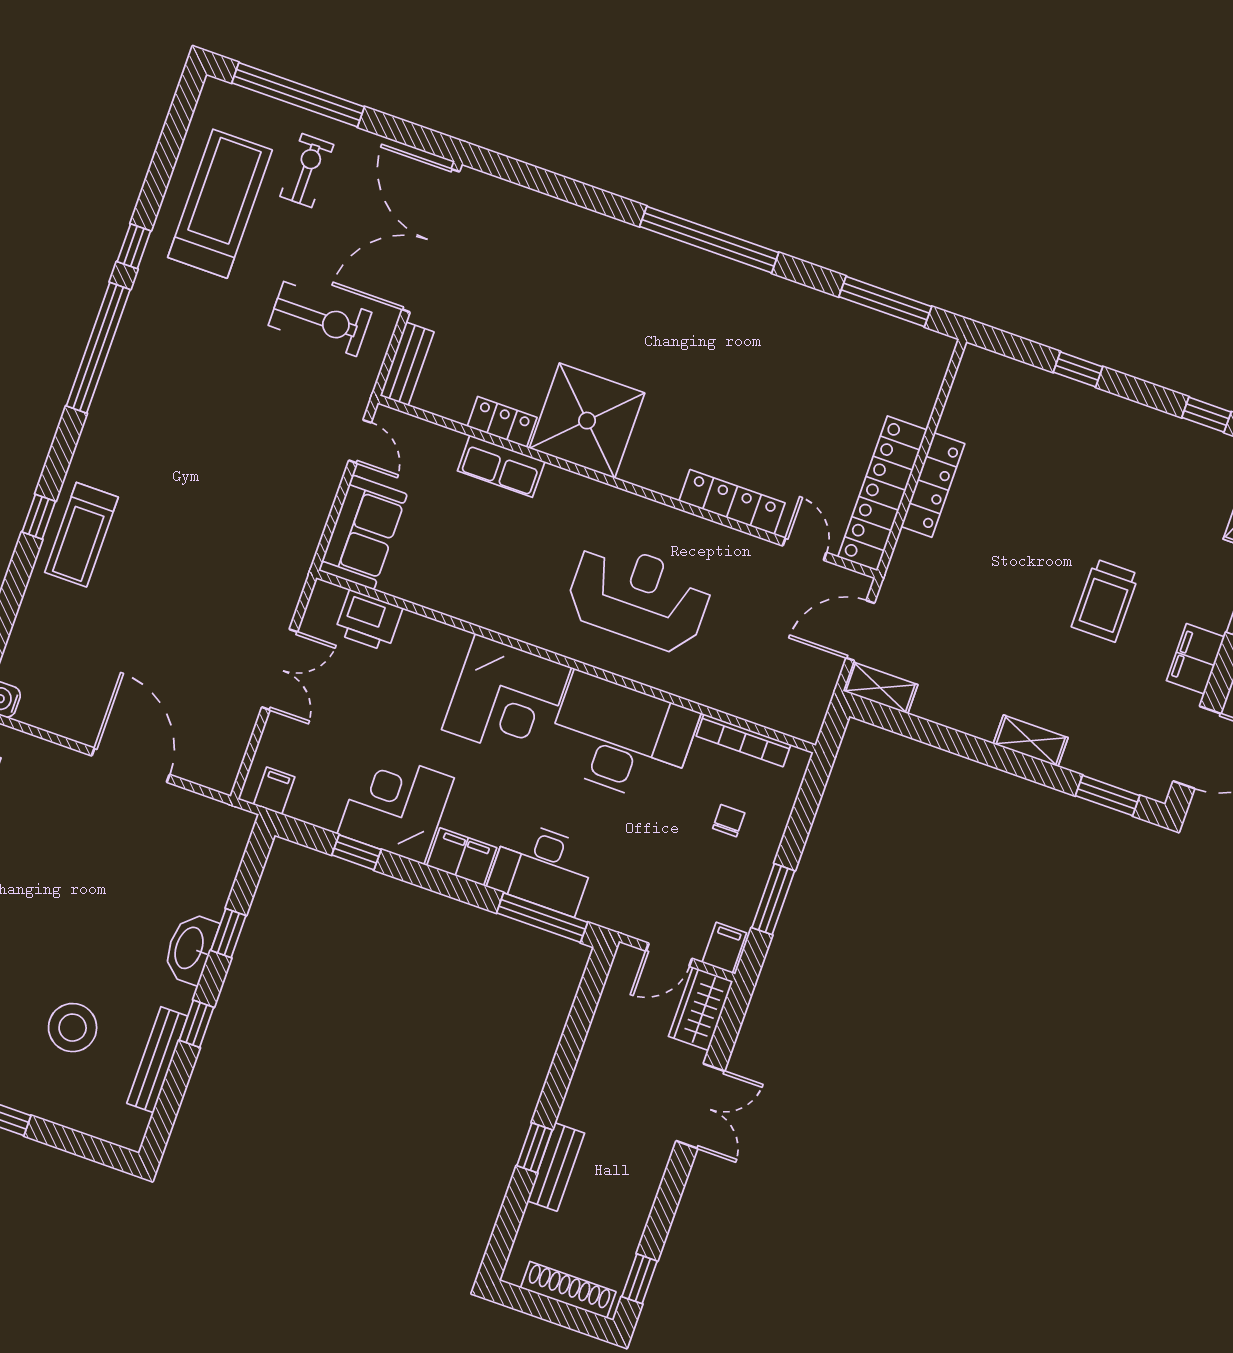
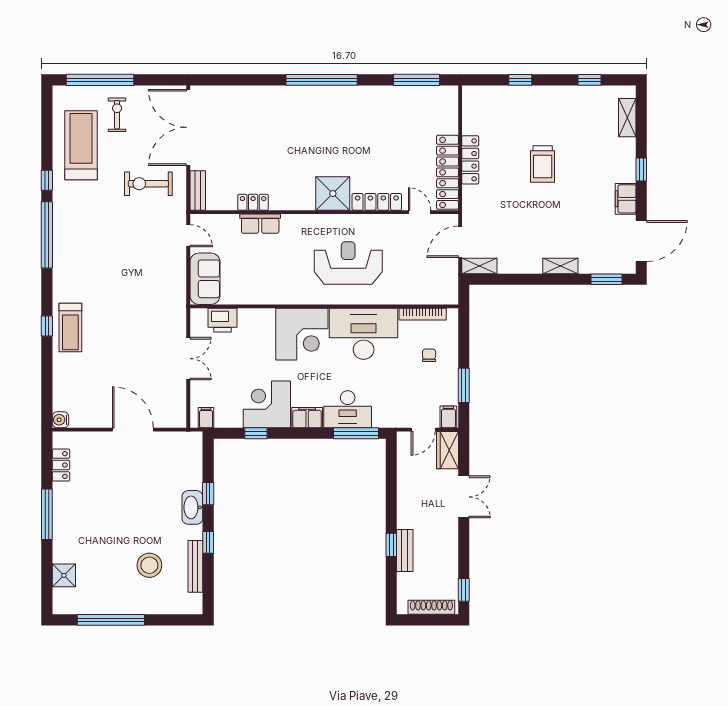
exercise bike: (320, 319) -> (148, 184), turned 180
shower: (587, 421) -> (333, 194), moved, width x0.73, depth x0.73
trolley: (1105, 601) -> (543, 164), moved

